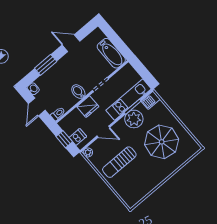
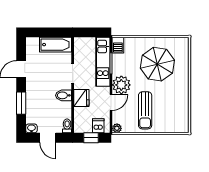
plant: (134, 119) -> (121, 85), moved

